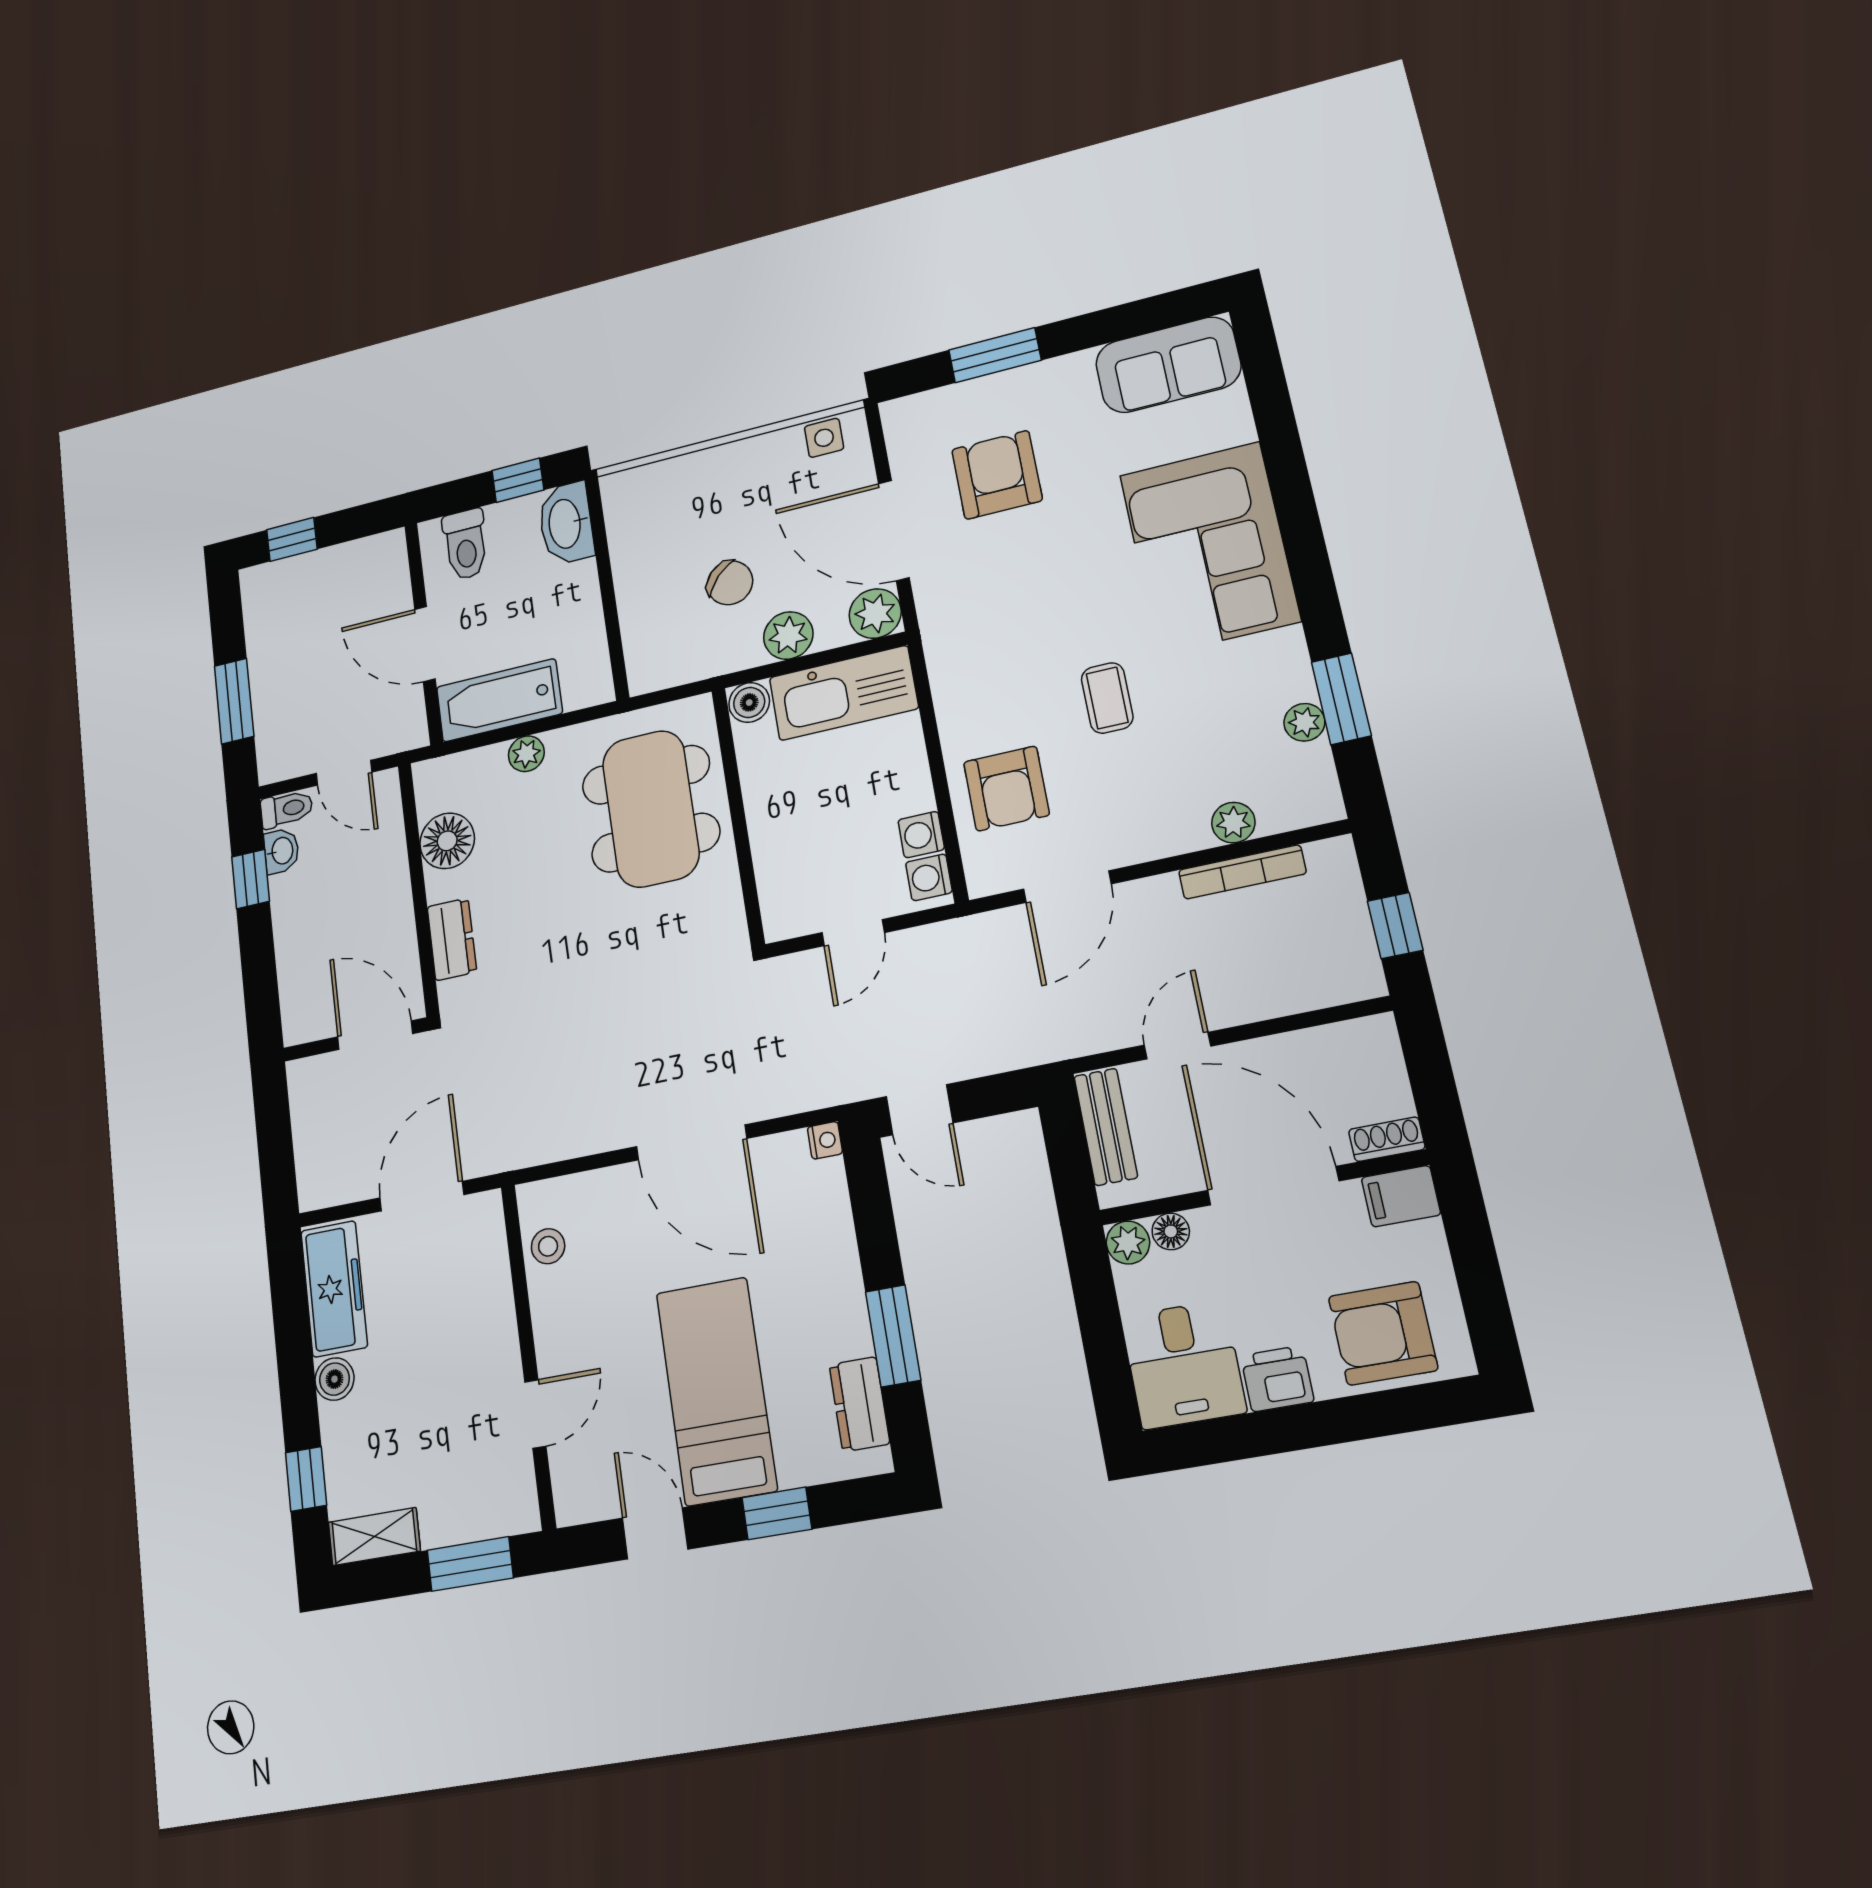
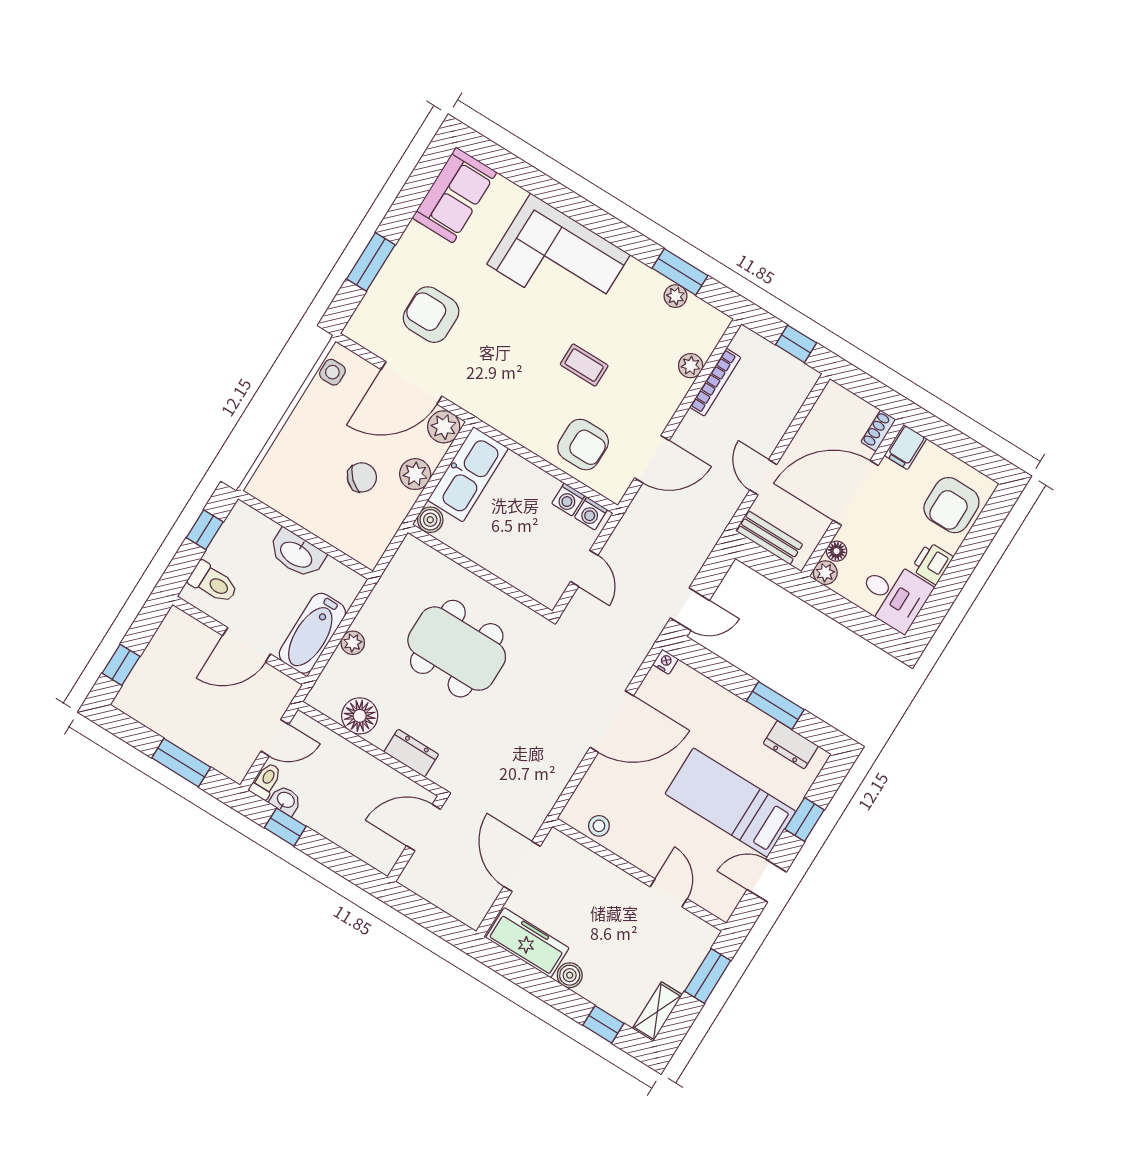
washbasin: (566, 523) -> (297, 554), moved
dining table: (651, 809) -> (457, 649), moved
door: (1067, 887) -> (652, 459), hinge flipped

